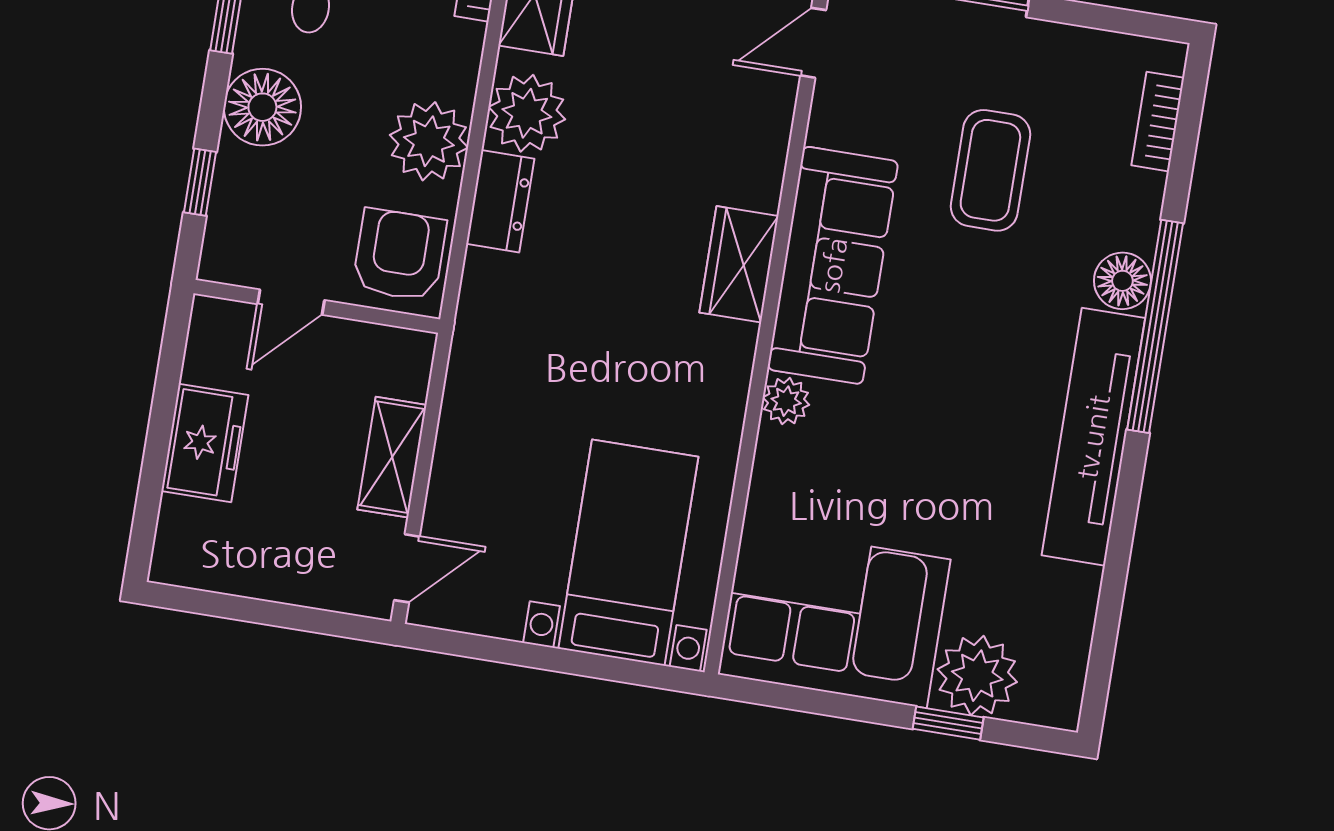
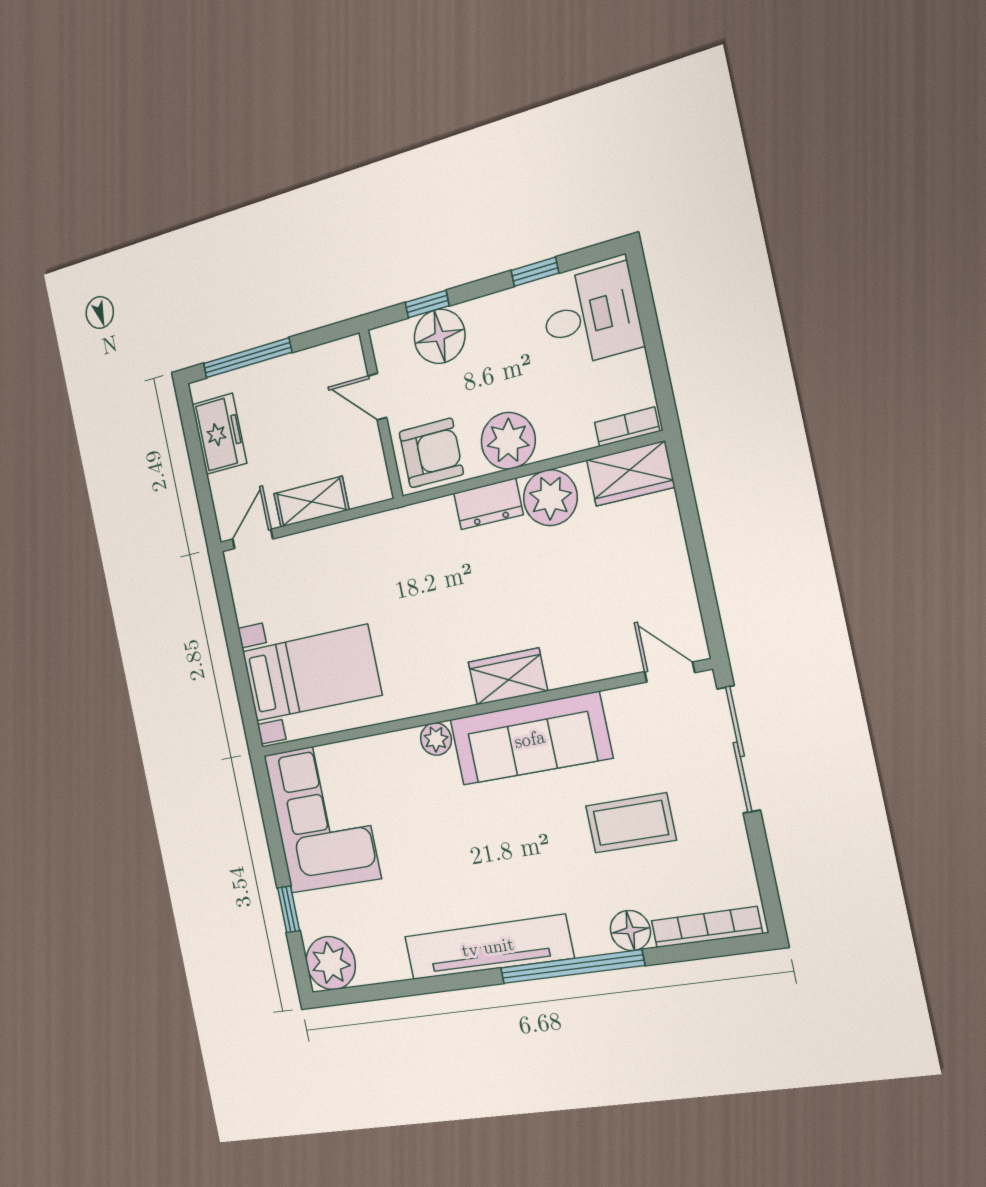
floor lamp: (262, 107) -> (440, 336), moved
bookcase: (1158, 122) -> (707, 927), width x1.56
floor lamp: (1122, 281) -> (630, 931), moved
freezer: (205, 443) -> (219, 434), moved, turned -90
window: (153, 475) -> (247, 358), added
door: (407, 568) -> (253, 539), swing flipped
plant: (977, 676) -> (331, 963), moved

